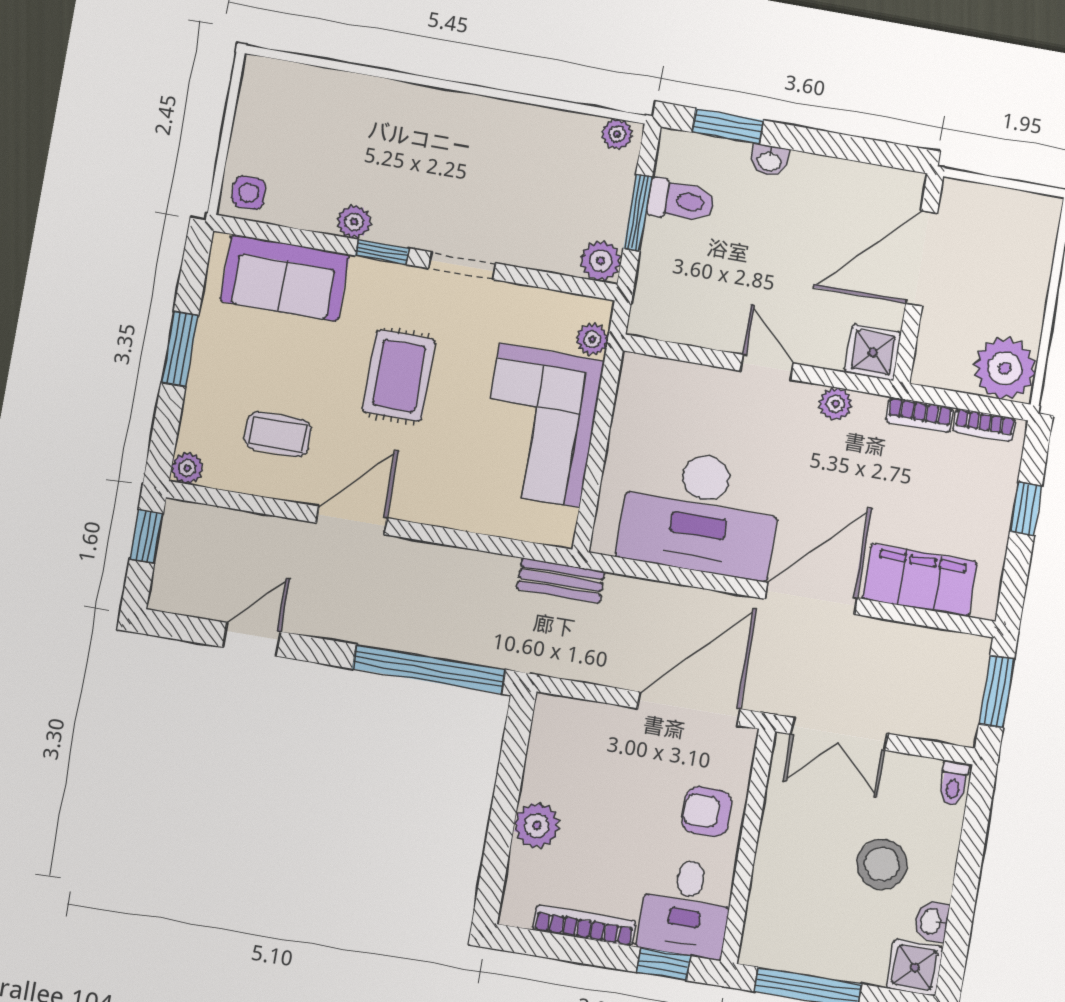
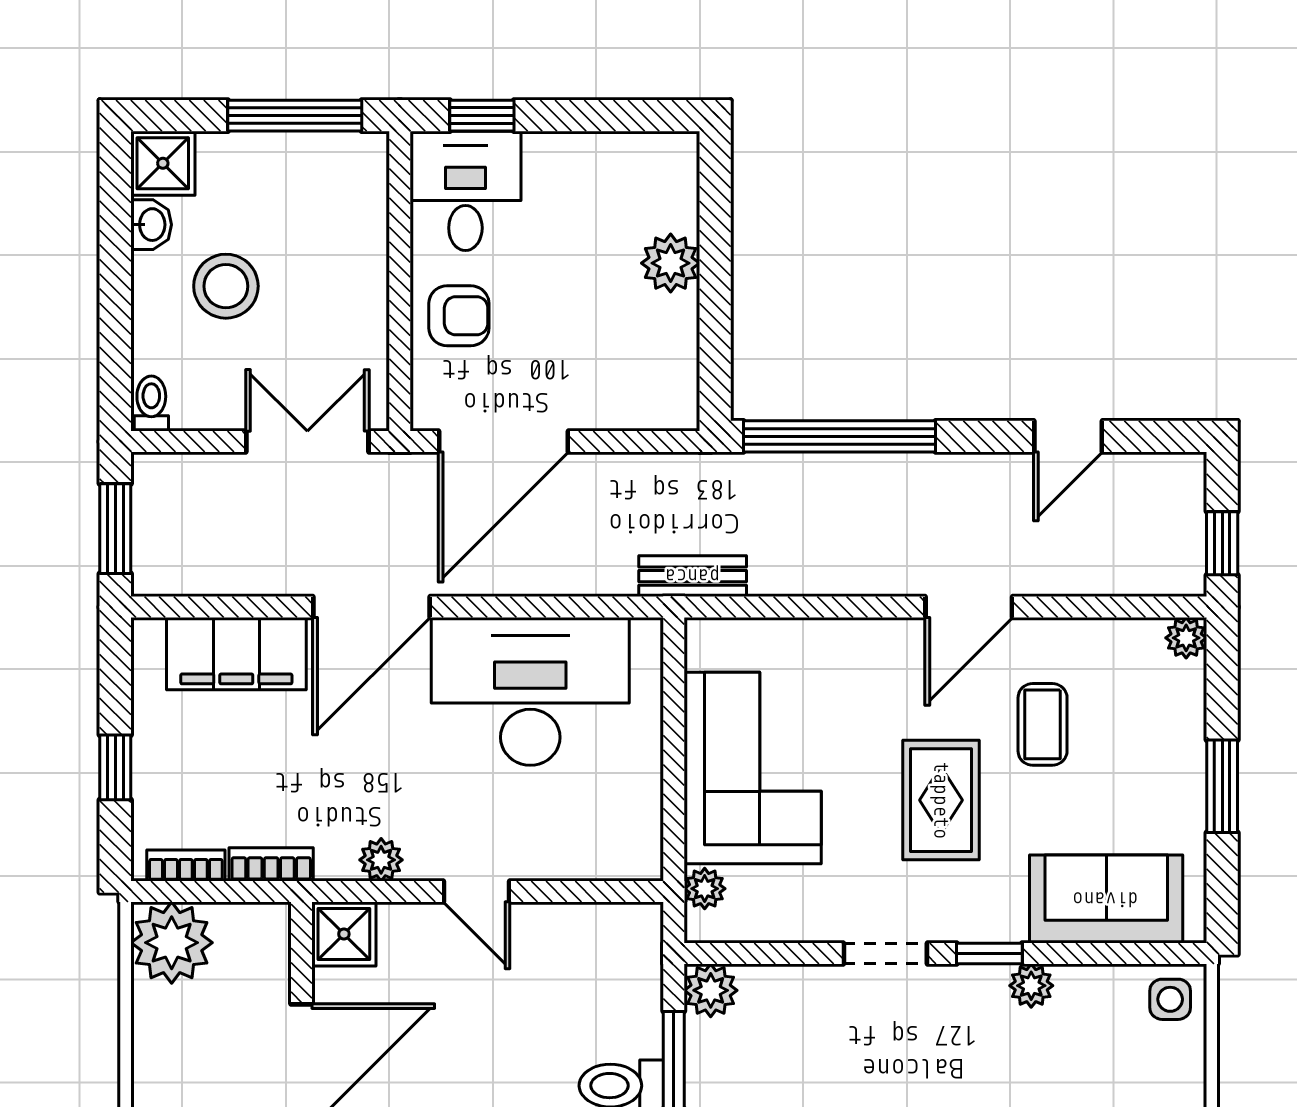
coffee table: (278, 434) -> (1043, 724), moved, turned 90
bookcase: (584, 925) -> (589, 148), removed

